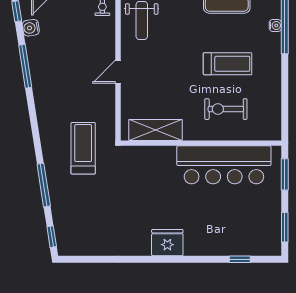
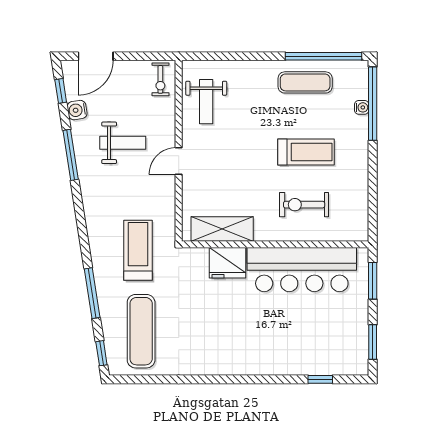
weight bench: (70, 56) -> (123, 143), added
exercise mat: (86, 218) -> (141, 331), added
fridge: (167, 243) -> (227, 263), moved, turned 180

